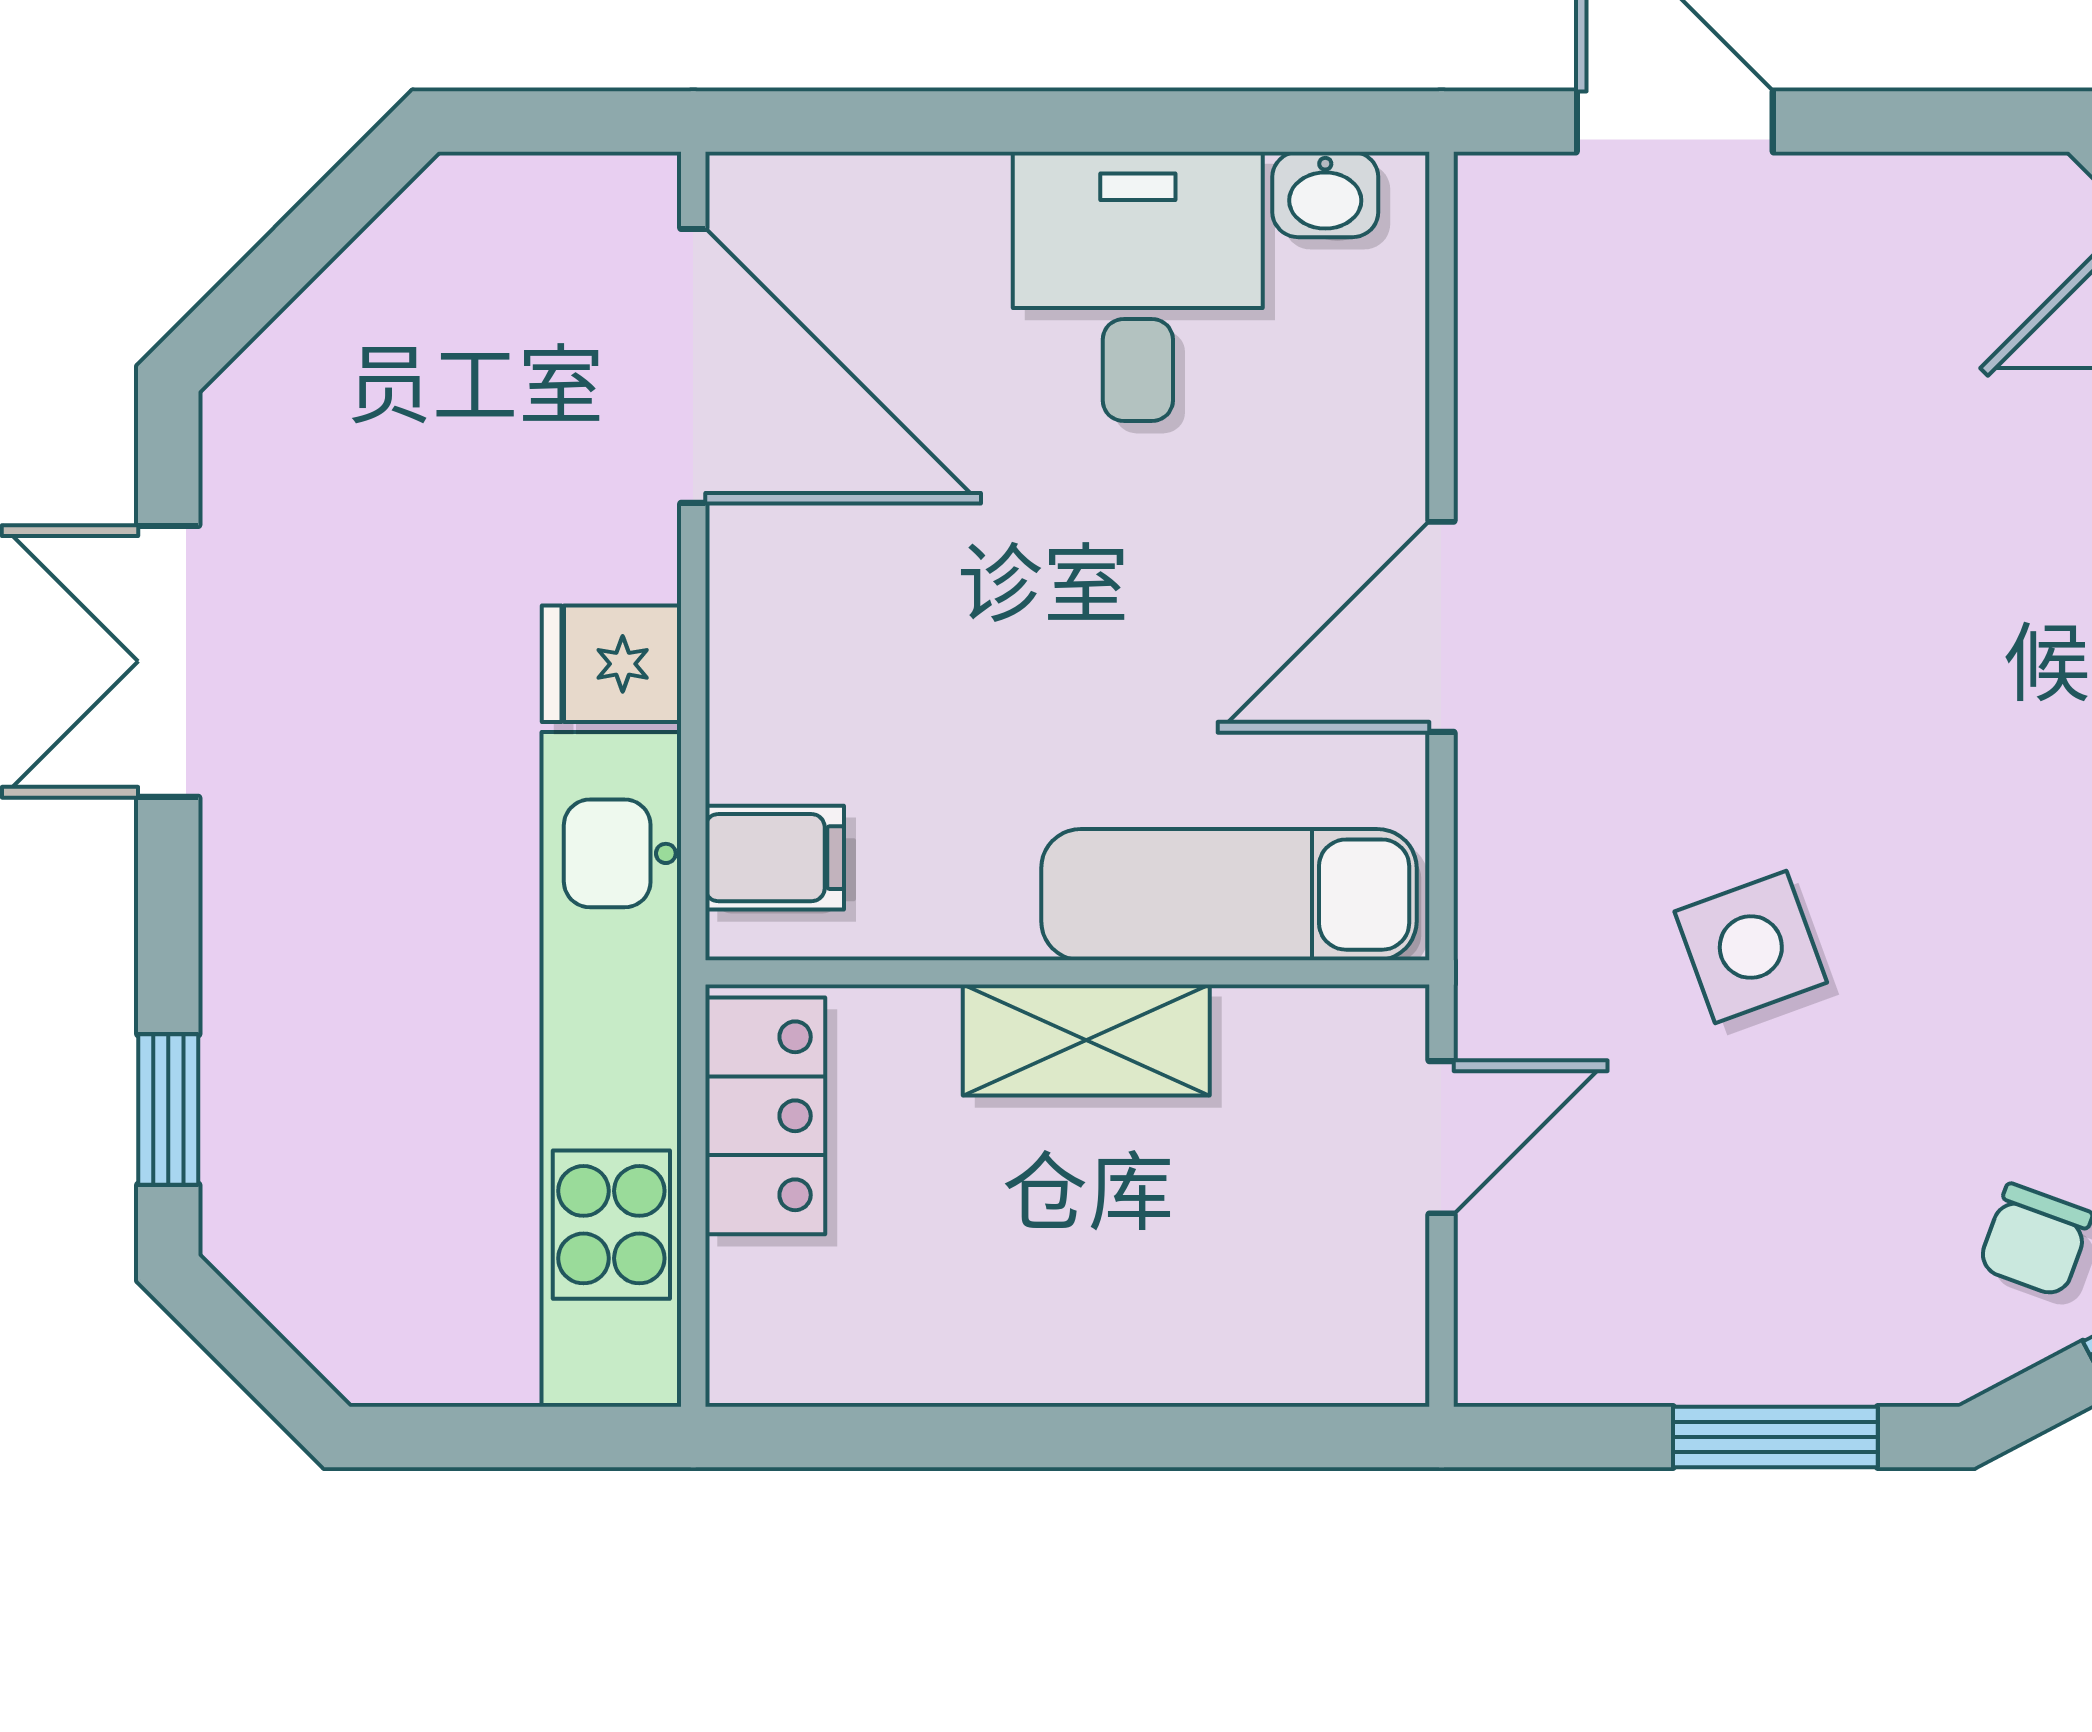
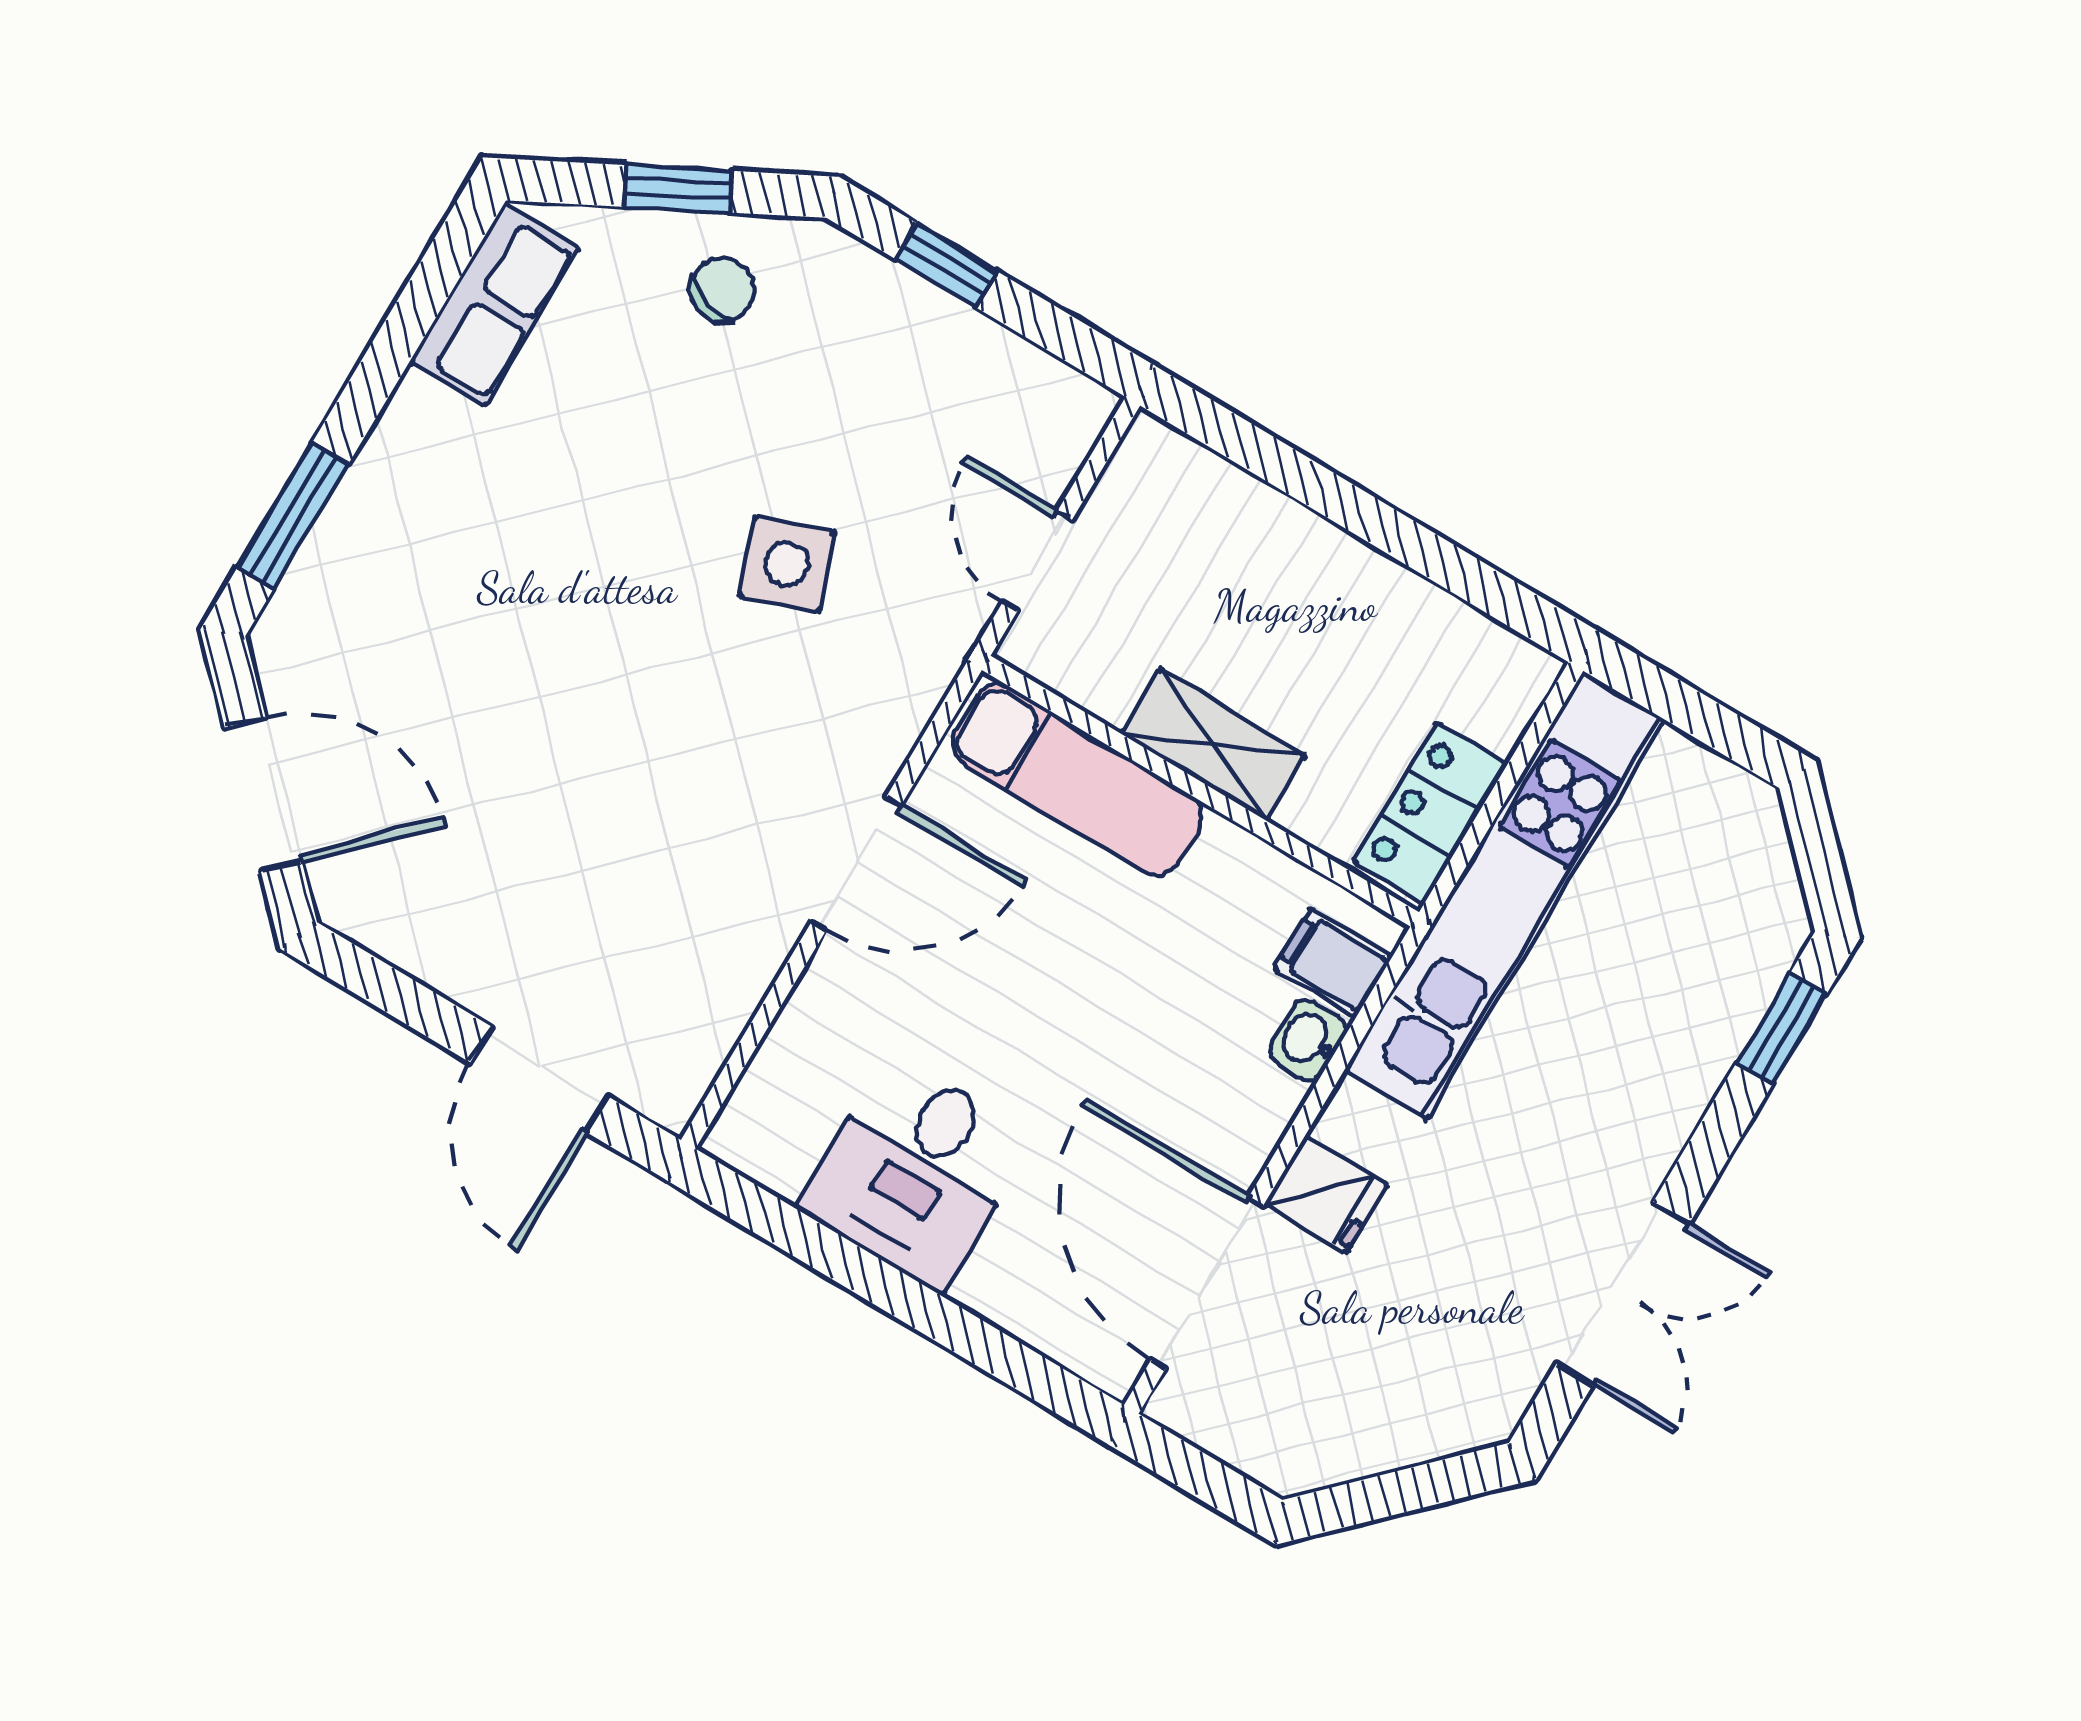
washbasin: (1325, 195) -> (1308, 1040), moved, turned -90
fridge: (611, 664) -> (1326, 1194), moved
door: (1441, 1137) -> (1037, 561), hinge flipped
window: (1775, 1437) -> (946, 265), width x0.67

